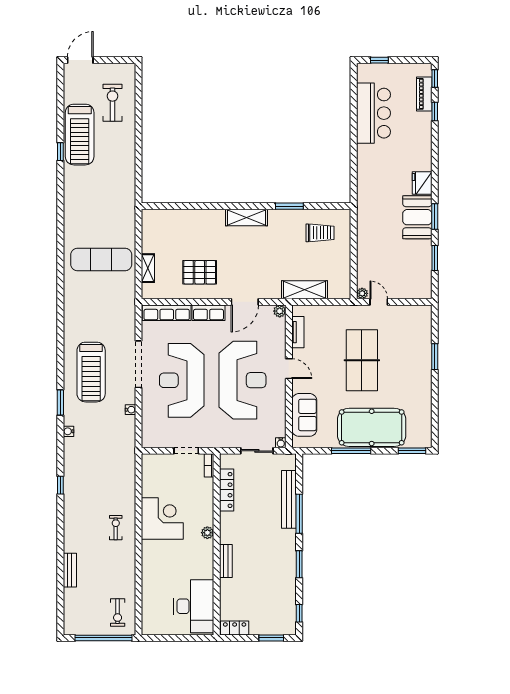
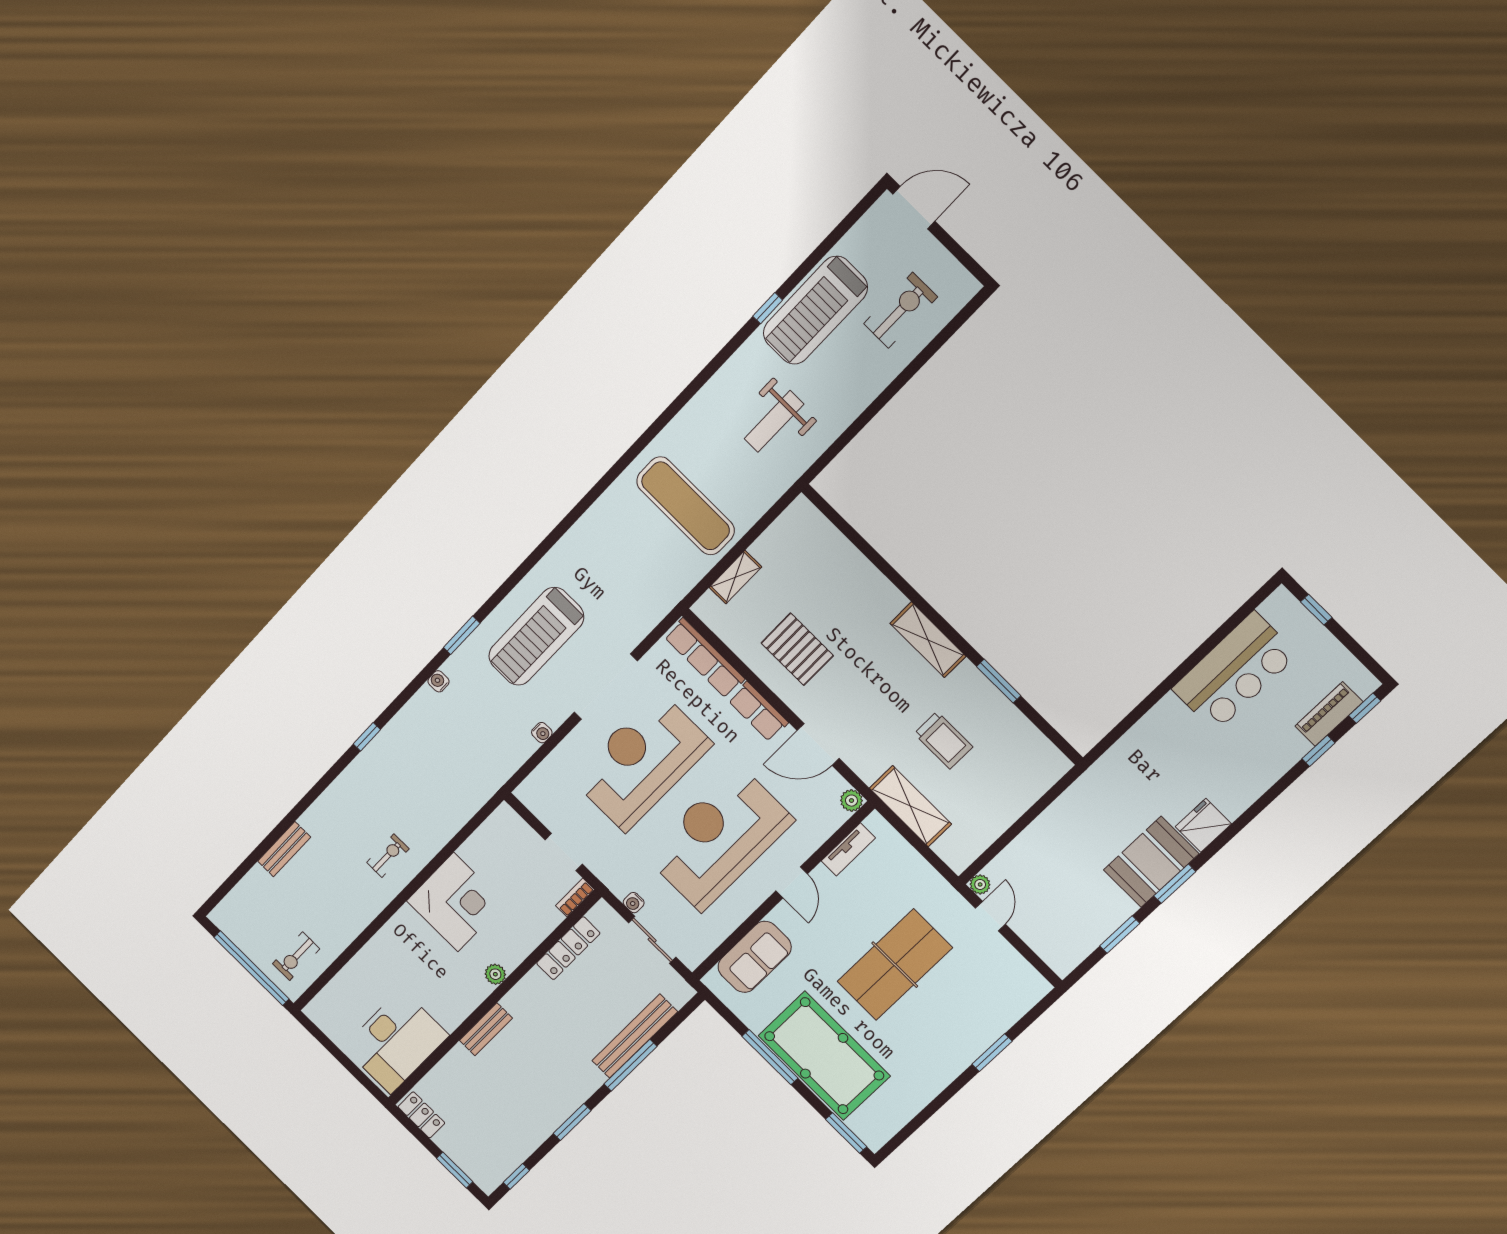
weight bench: (104, 192) -> (774, 421), added
trolley: (320, 233) -> (943, 740), moved
reception desk: (243, 380) -> (719, 838), turned 180
water cooler: (281, 443) -> (634, 903), moved

